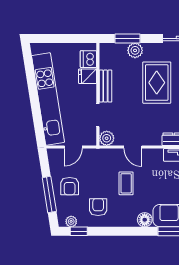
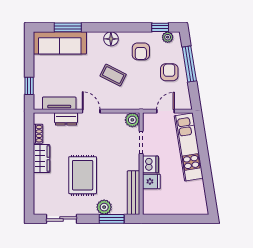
dishwasher: (88, 59) -> (150, 164), moved
bench: (105, 86) -> (134, 193), moved, width x1.36
kitchen unit: (48, 99) -> (189, 147), width x0.73
door: (133, 147) -> (91, 111), moved
coffee table: (126, 183) -> (113, 75), turned -63
floor lamp: (145, 220) -> (111, 39), moved

